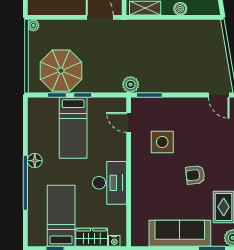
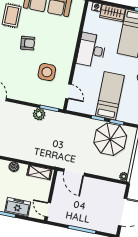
plant: (131, 84) -> (39, 114), moved

